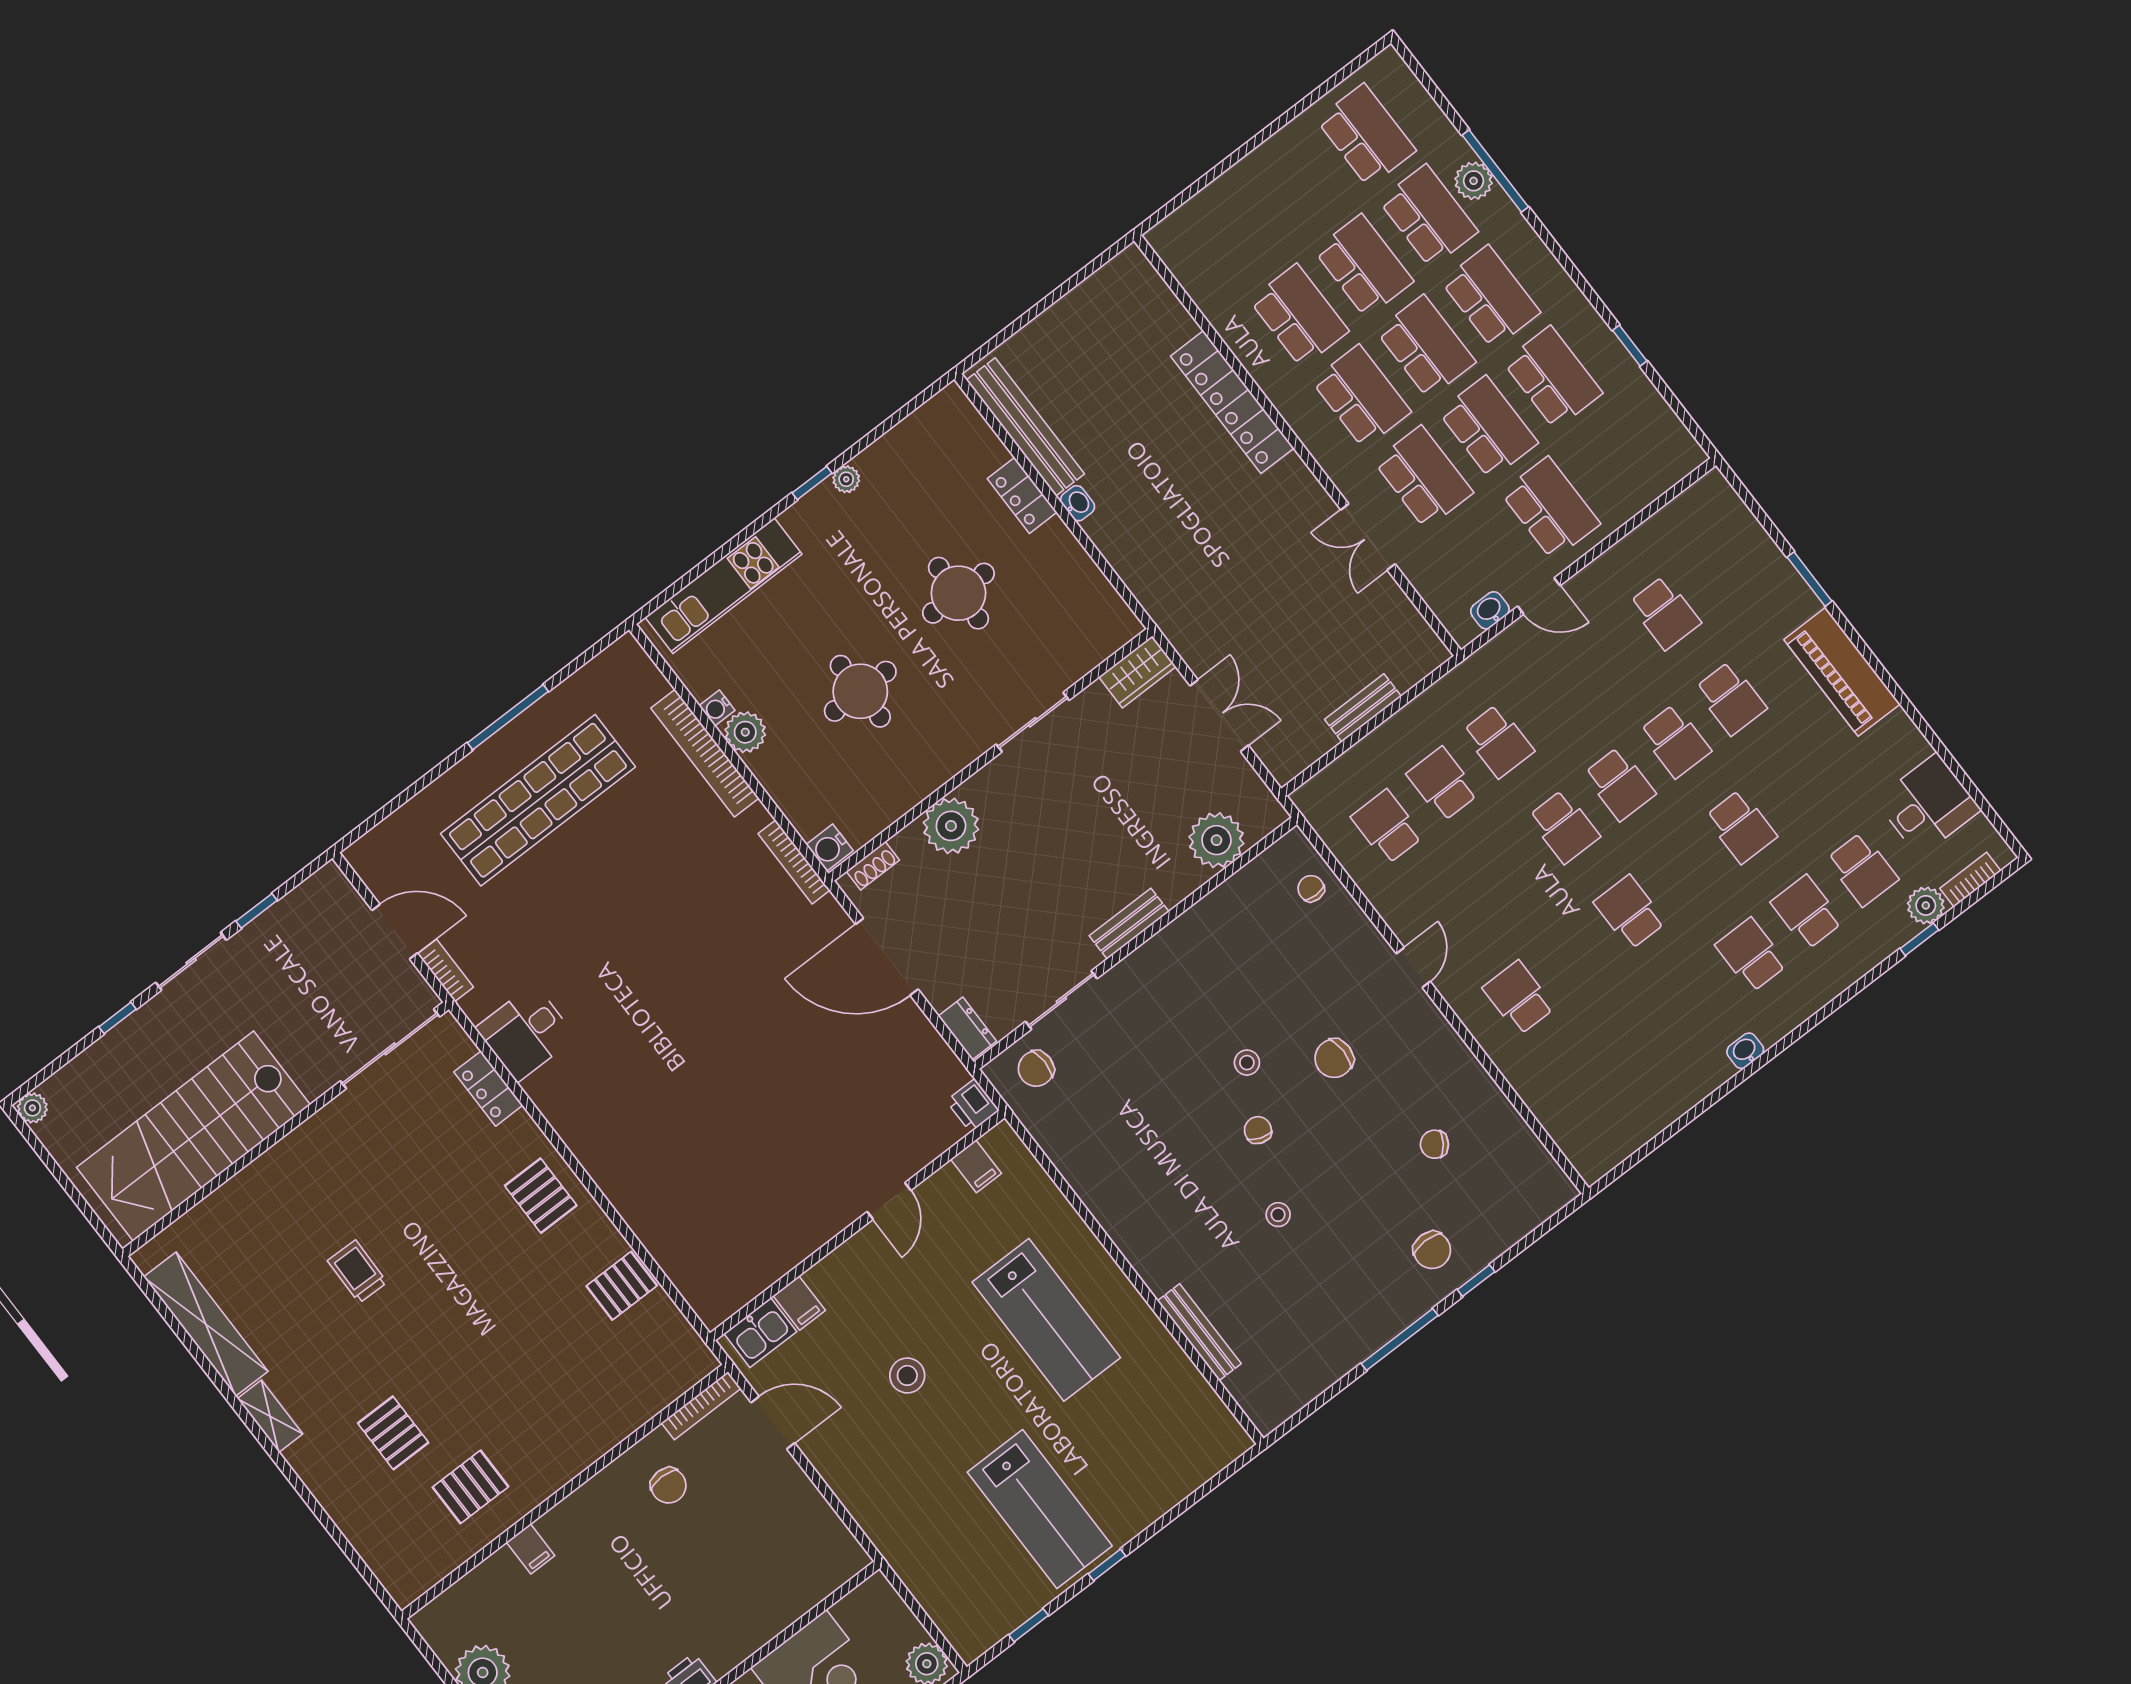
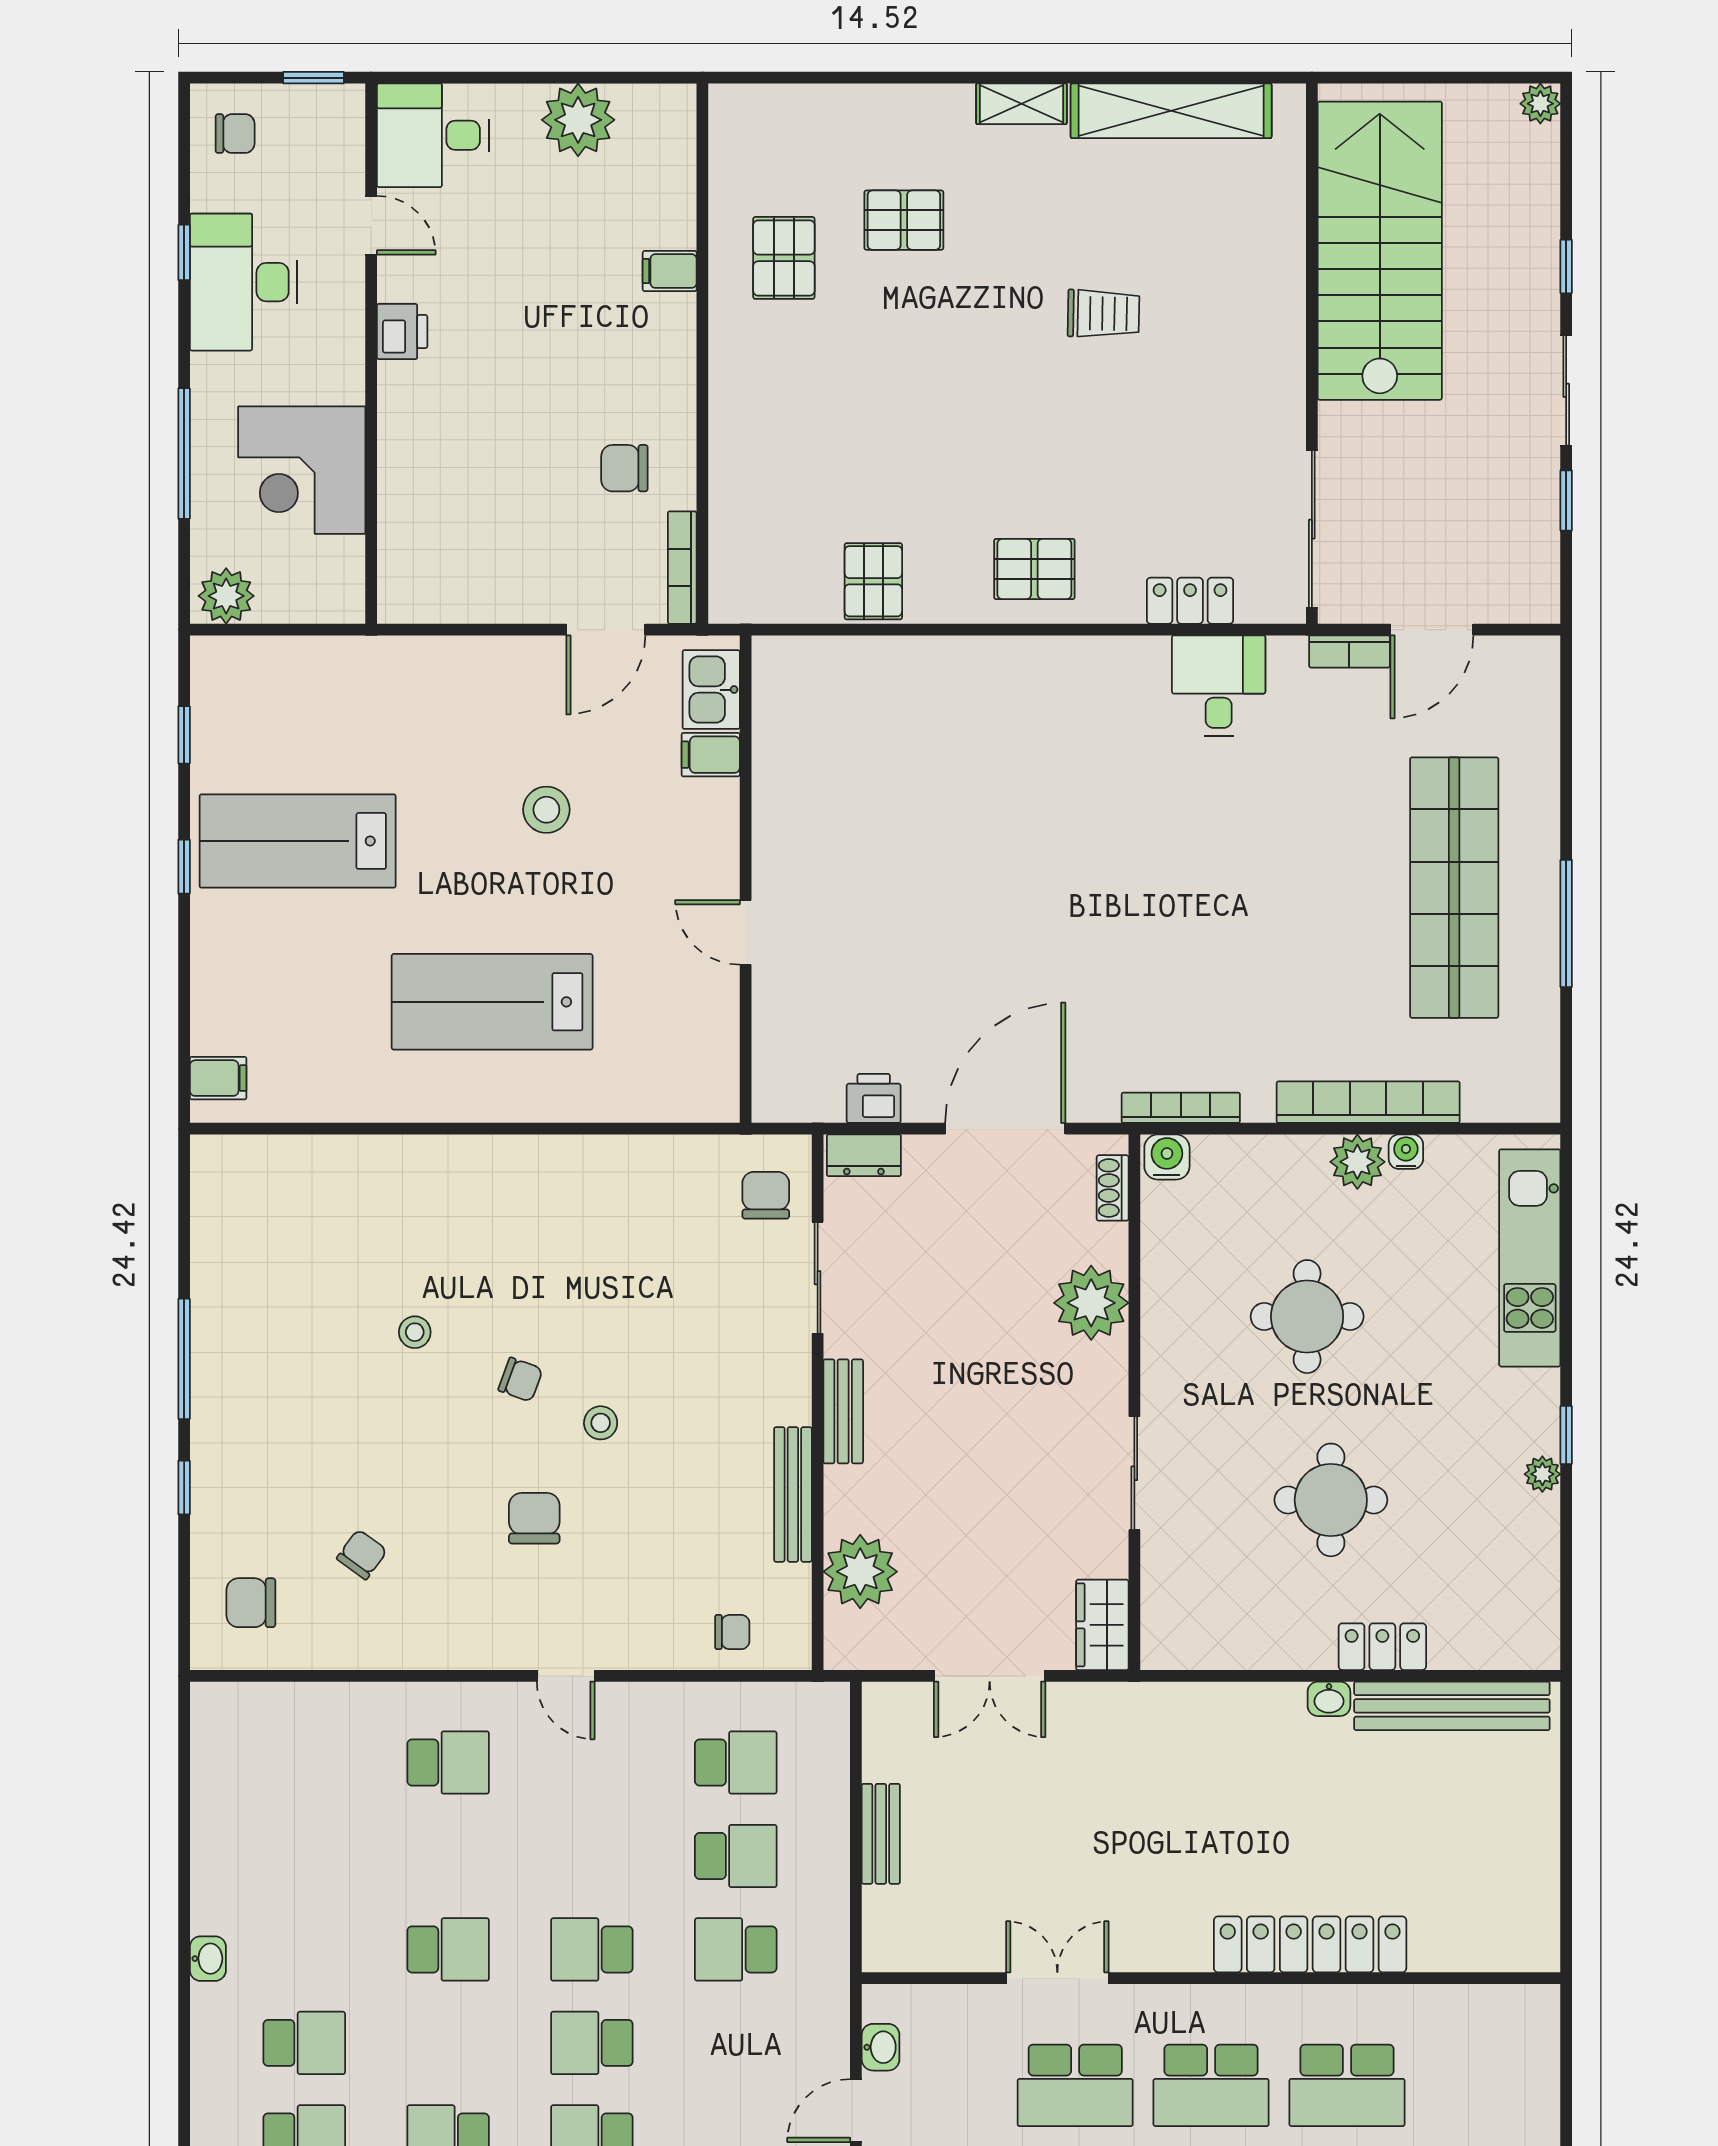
printer: (973, 1106) -> (874, 1098), moved
filing cabinet: (976, 1166) -> (218, 1078), moved, turned 180
chair: (1432, 1250) -> (251, 1603), moved
bench: (1199, 1332) -> (793, 1494), moved, turned 90

